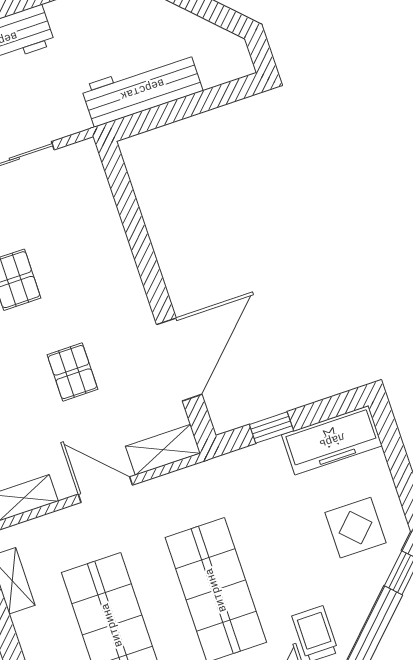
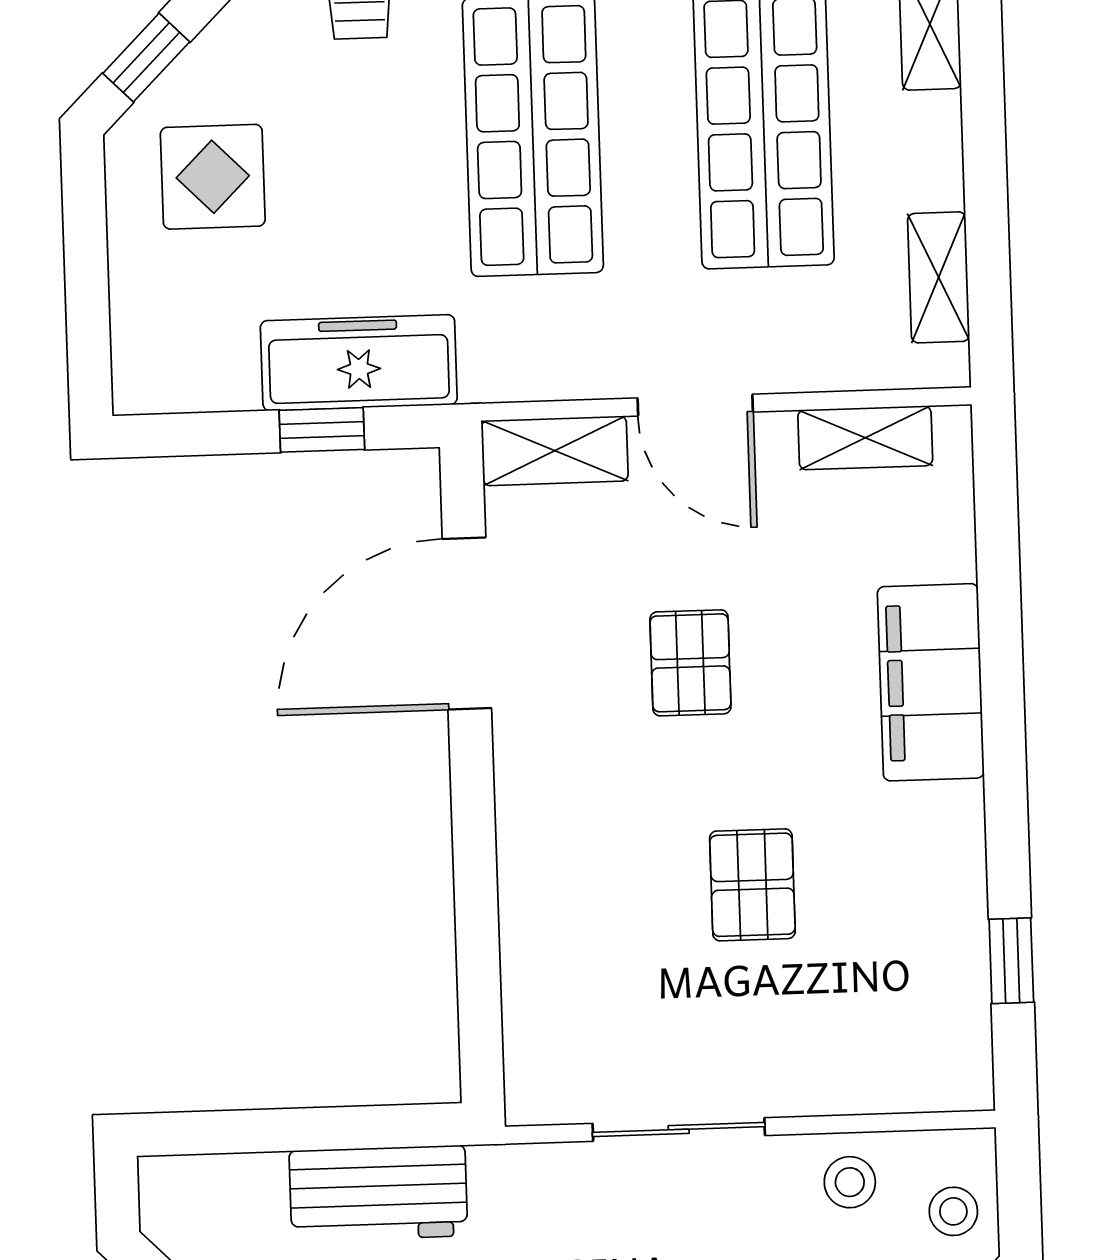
workbench: (142, 89) -> (378, 1193), width x0.73
freezer: (332, 440) -> (359, 363), moved

